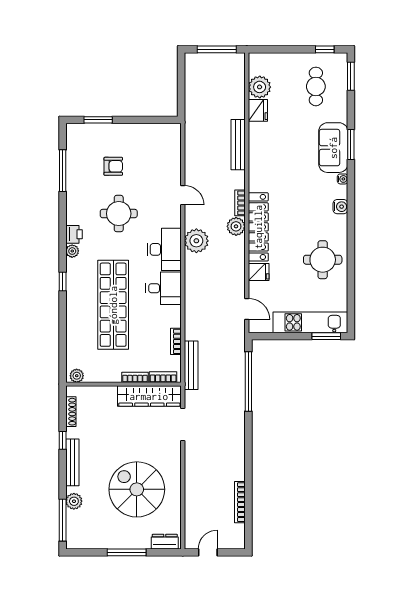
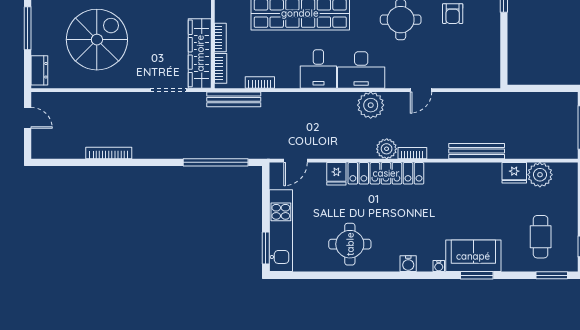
cafe table: (316, 86) -> (541, 237), turned 90
bookcase: (240, 502) -> (109, 153), moved

